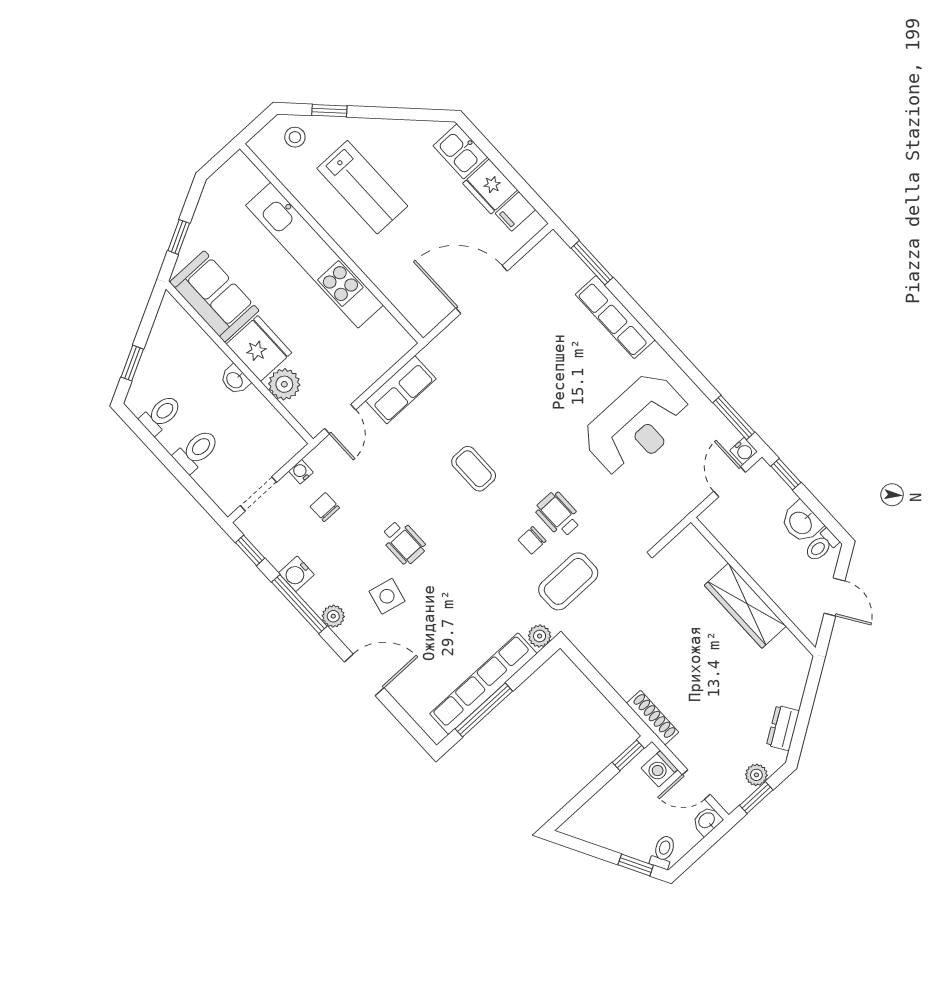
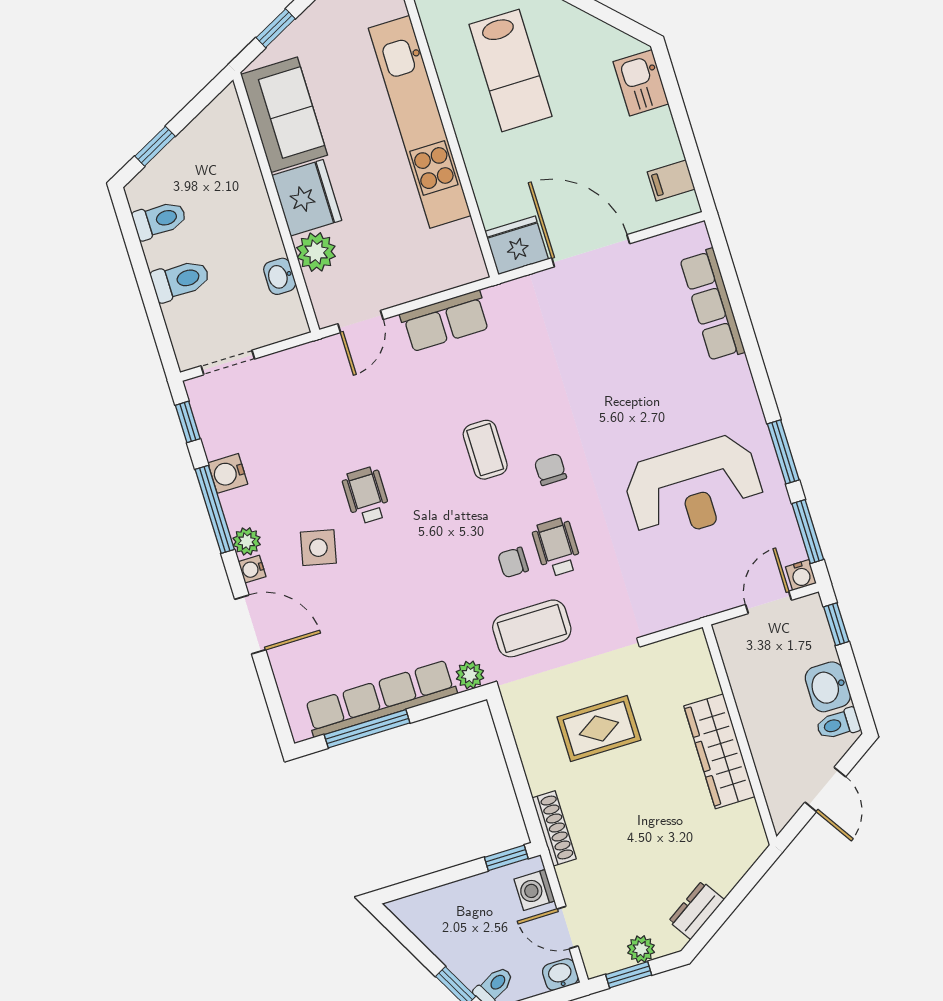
fridge: (490, 187) -> (517, 245), moved, turned 90
window: (592, 263) -> (783, 452), moved
row of seats: (615, 317) -> (712, 305), moved
washbasin: (235, 380) -> (280, 276), moved
water cooler: (301, 472) -> (252, 569), moved, turned -90
chair: (325, 507) -> (550, 469), moved
wheelchair: (403, 542) -> (366, 495), turned 180
rug: (651, 630) -> (599, 729), added

